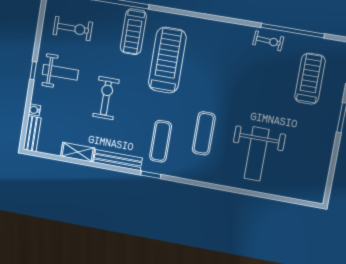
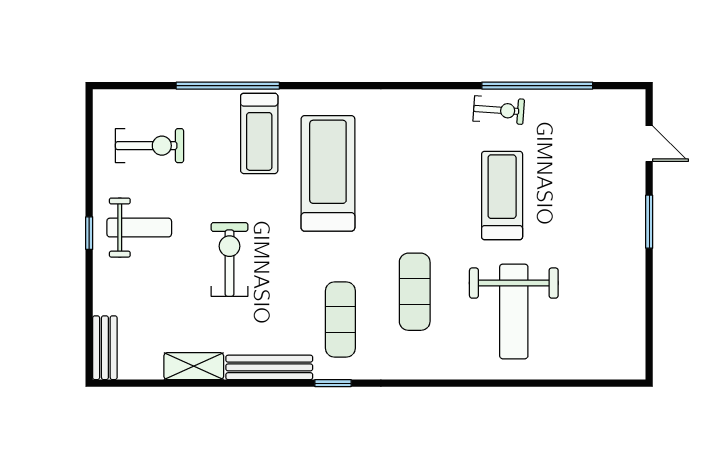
treadmill: (310, 79) -> (502, 195), moved
water cooler: (34, 110) -> (103, 304), removed

